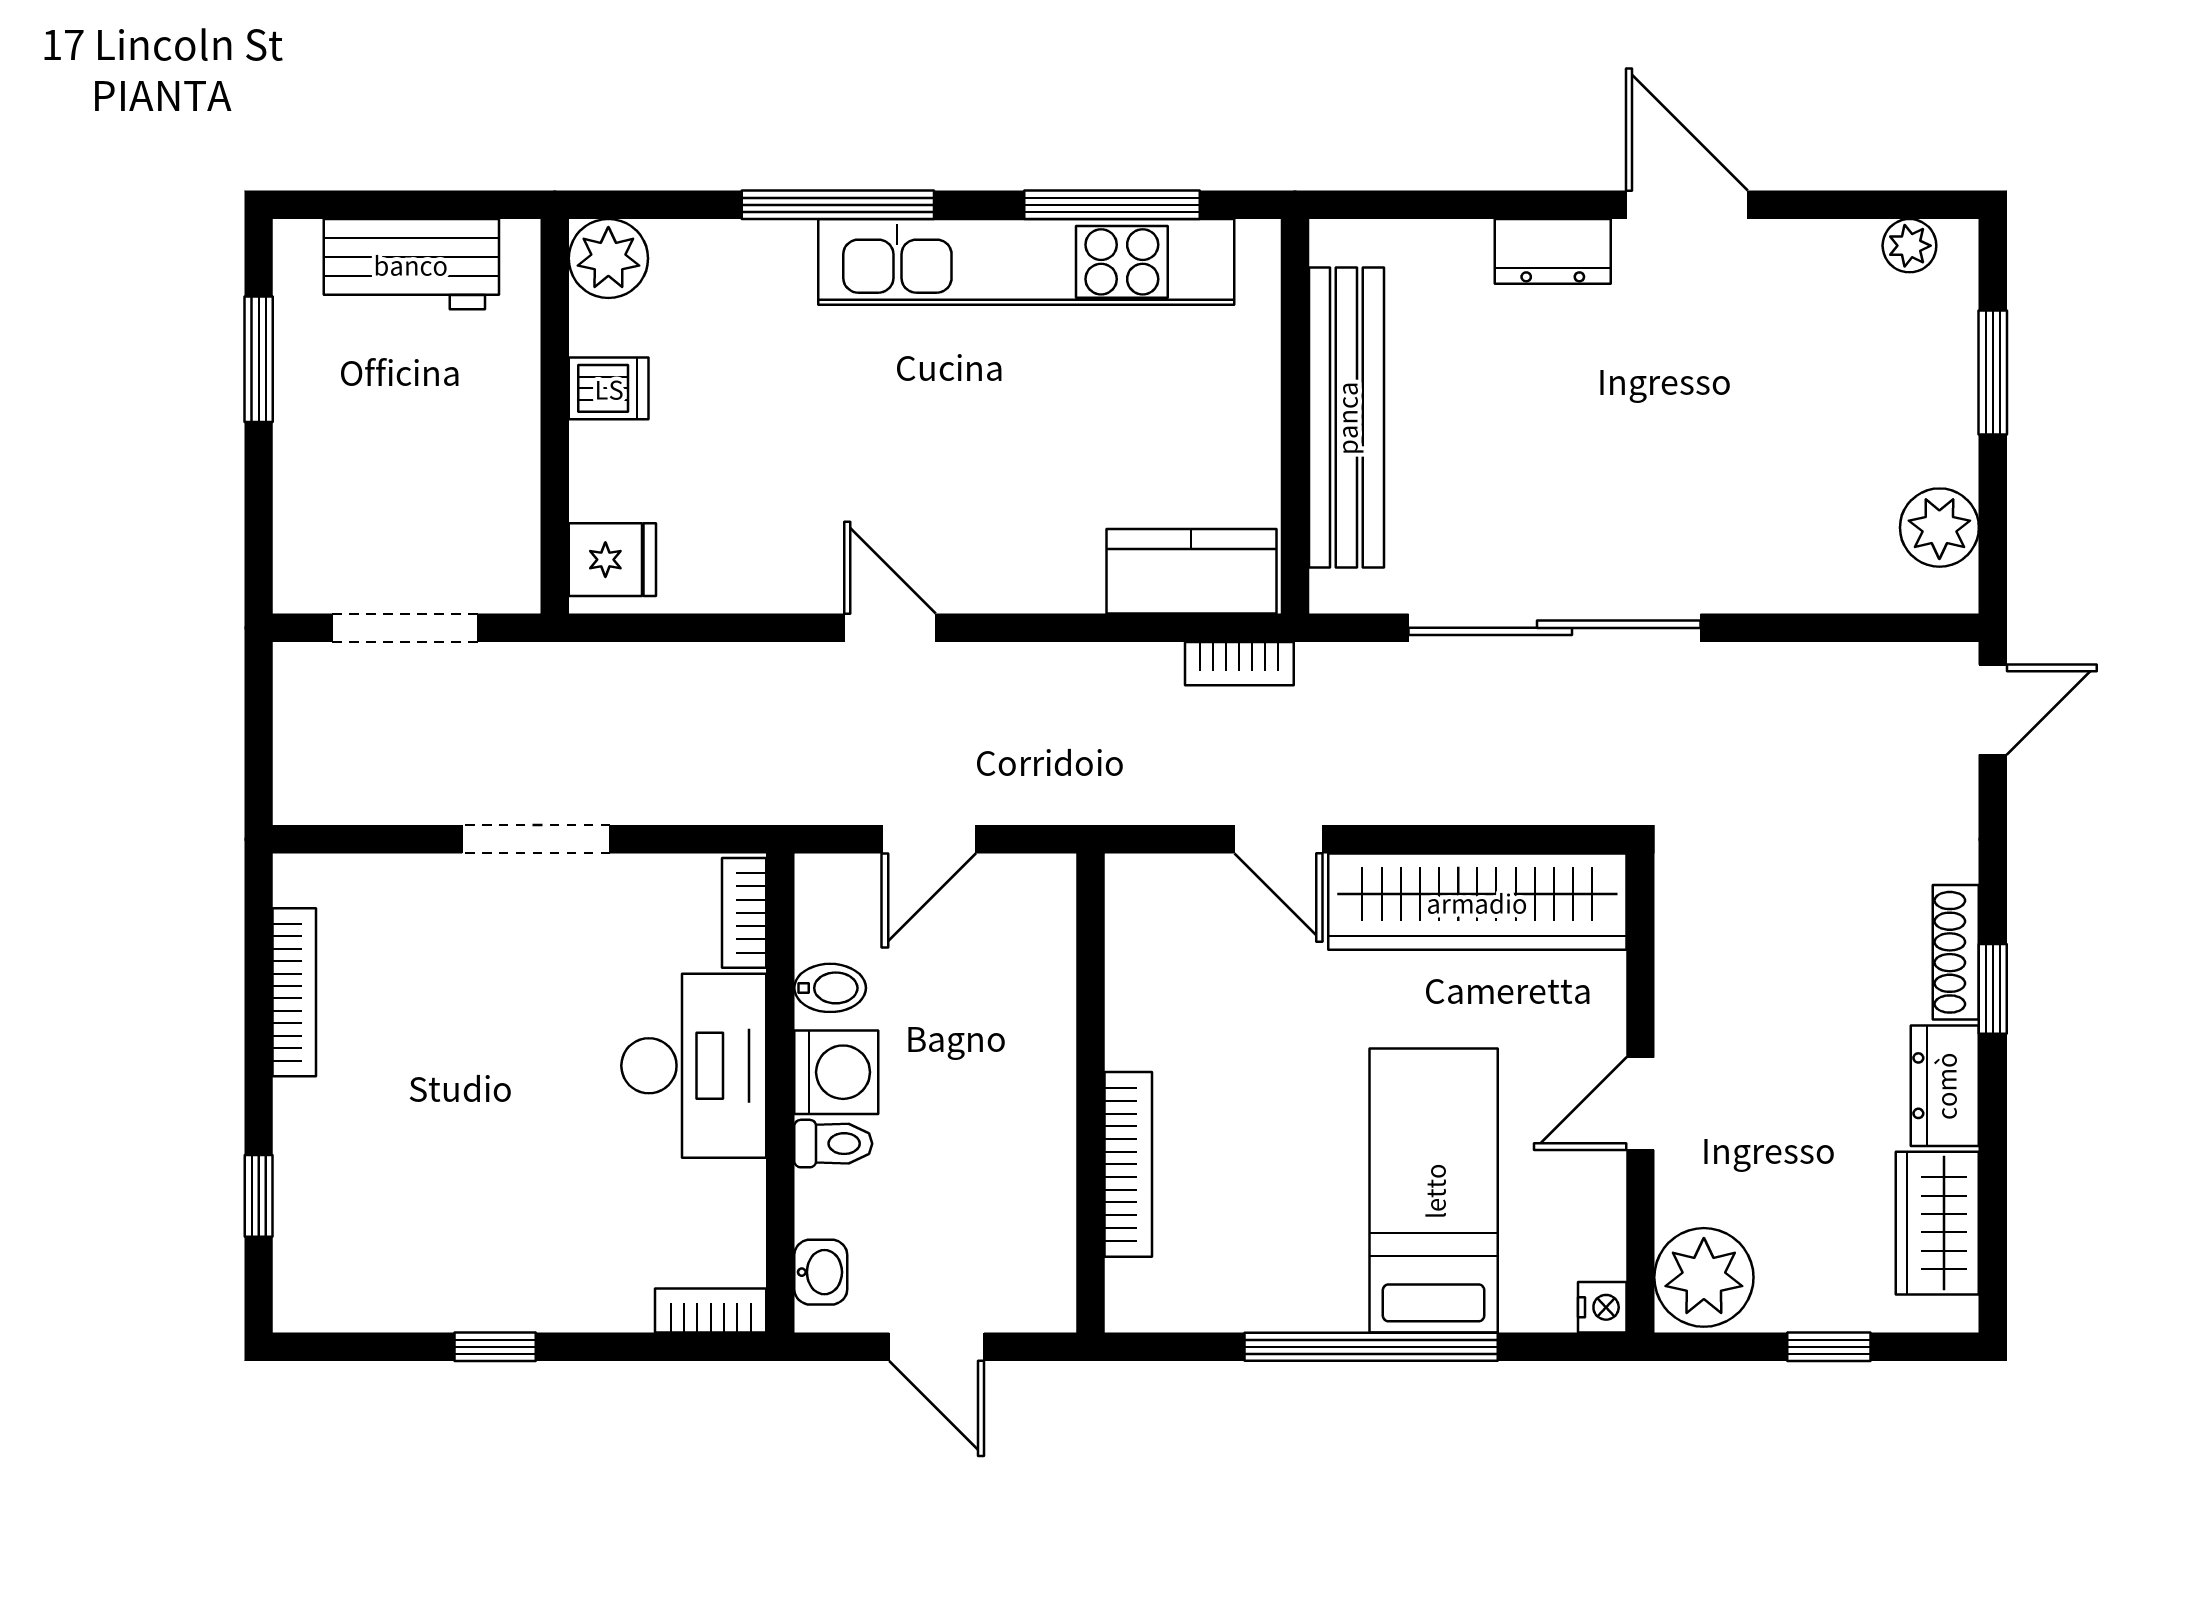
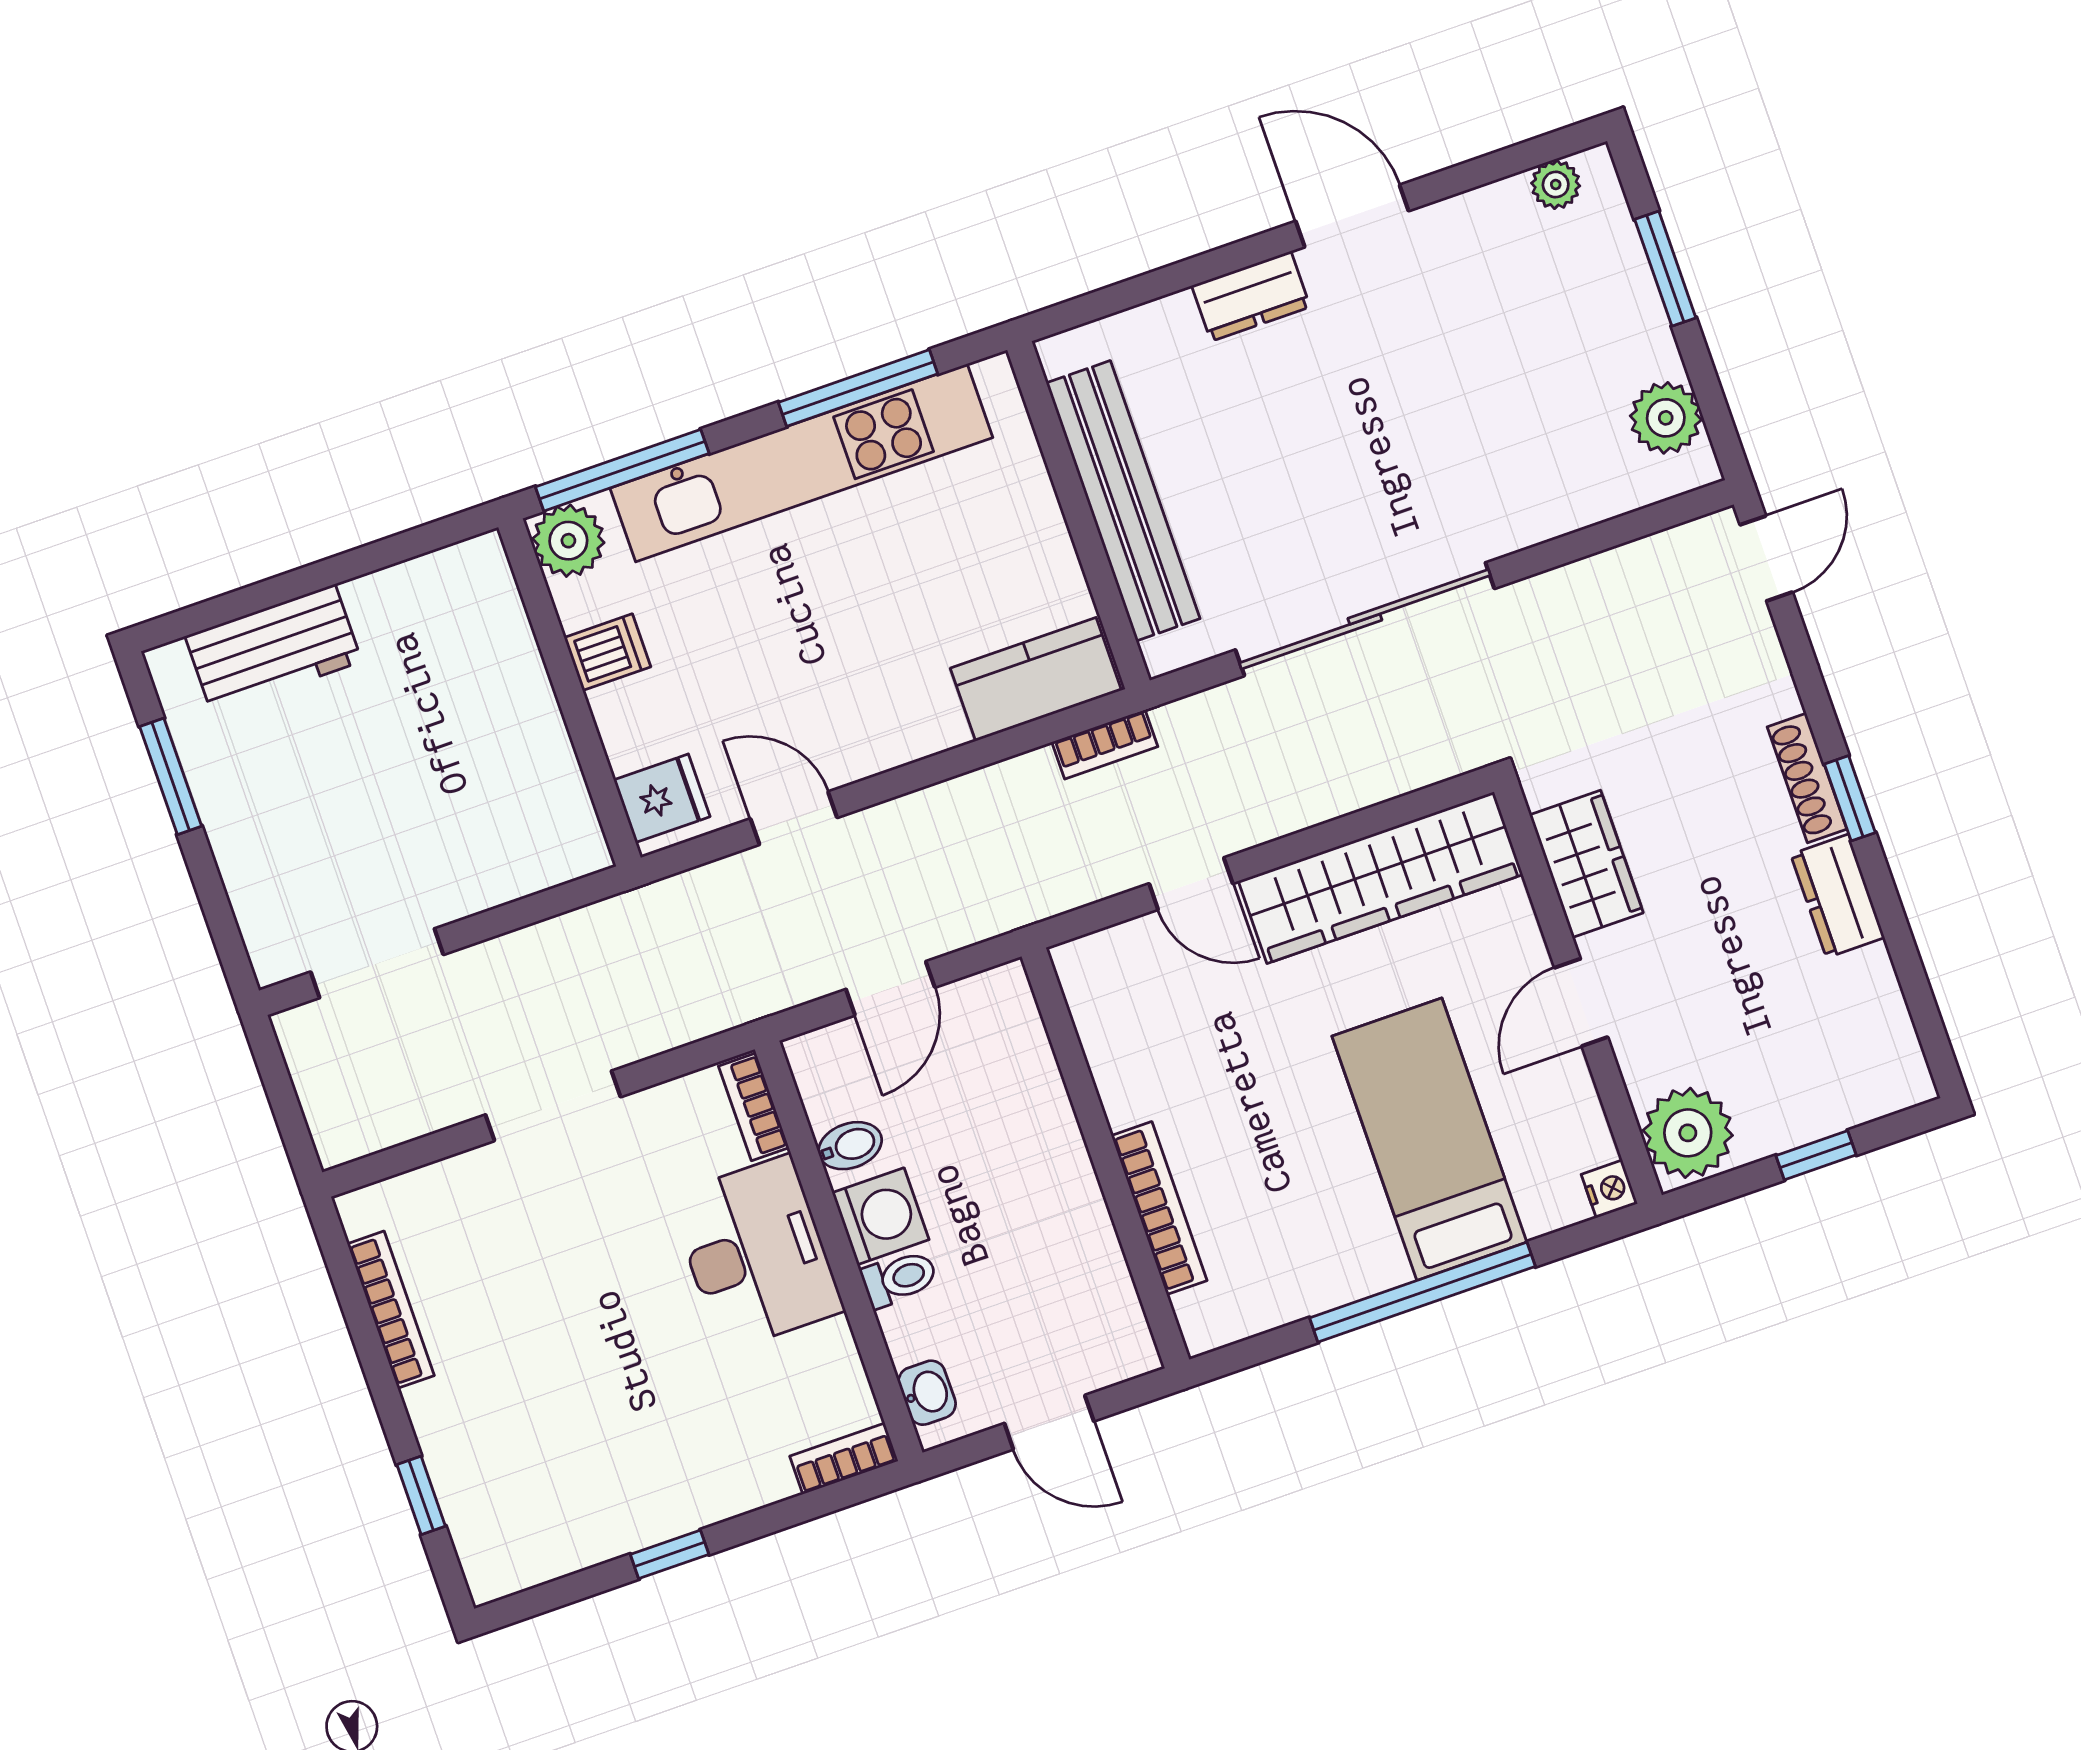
plant: (608, 258) -> (568, 541), moved
dishwasher: (609, 388) -> (607, 652), moved
wall: (555, 416) -> (569, 692), moved
fridge: (612, 560) -> (662, 798), moved
wardrobe: (1937, 1223) -> (1586, 864), moved, turned 180

